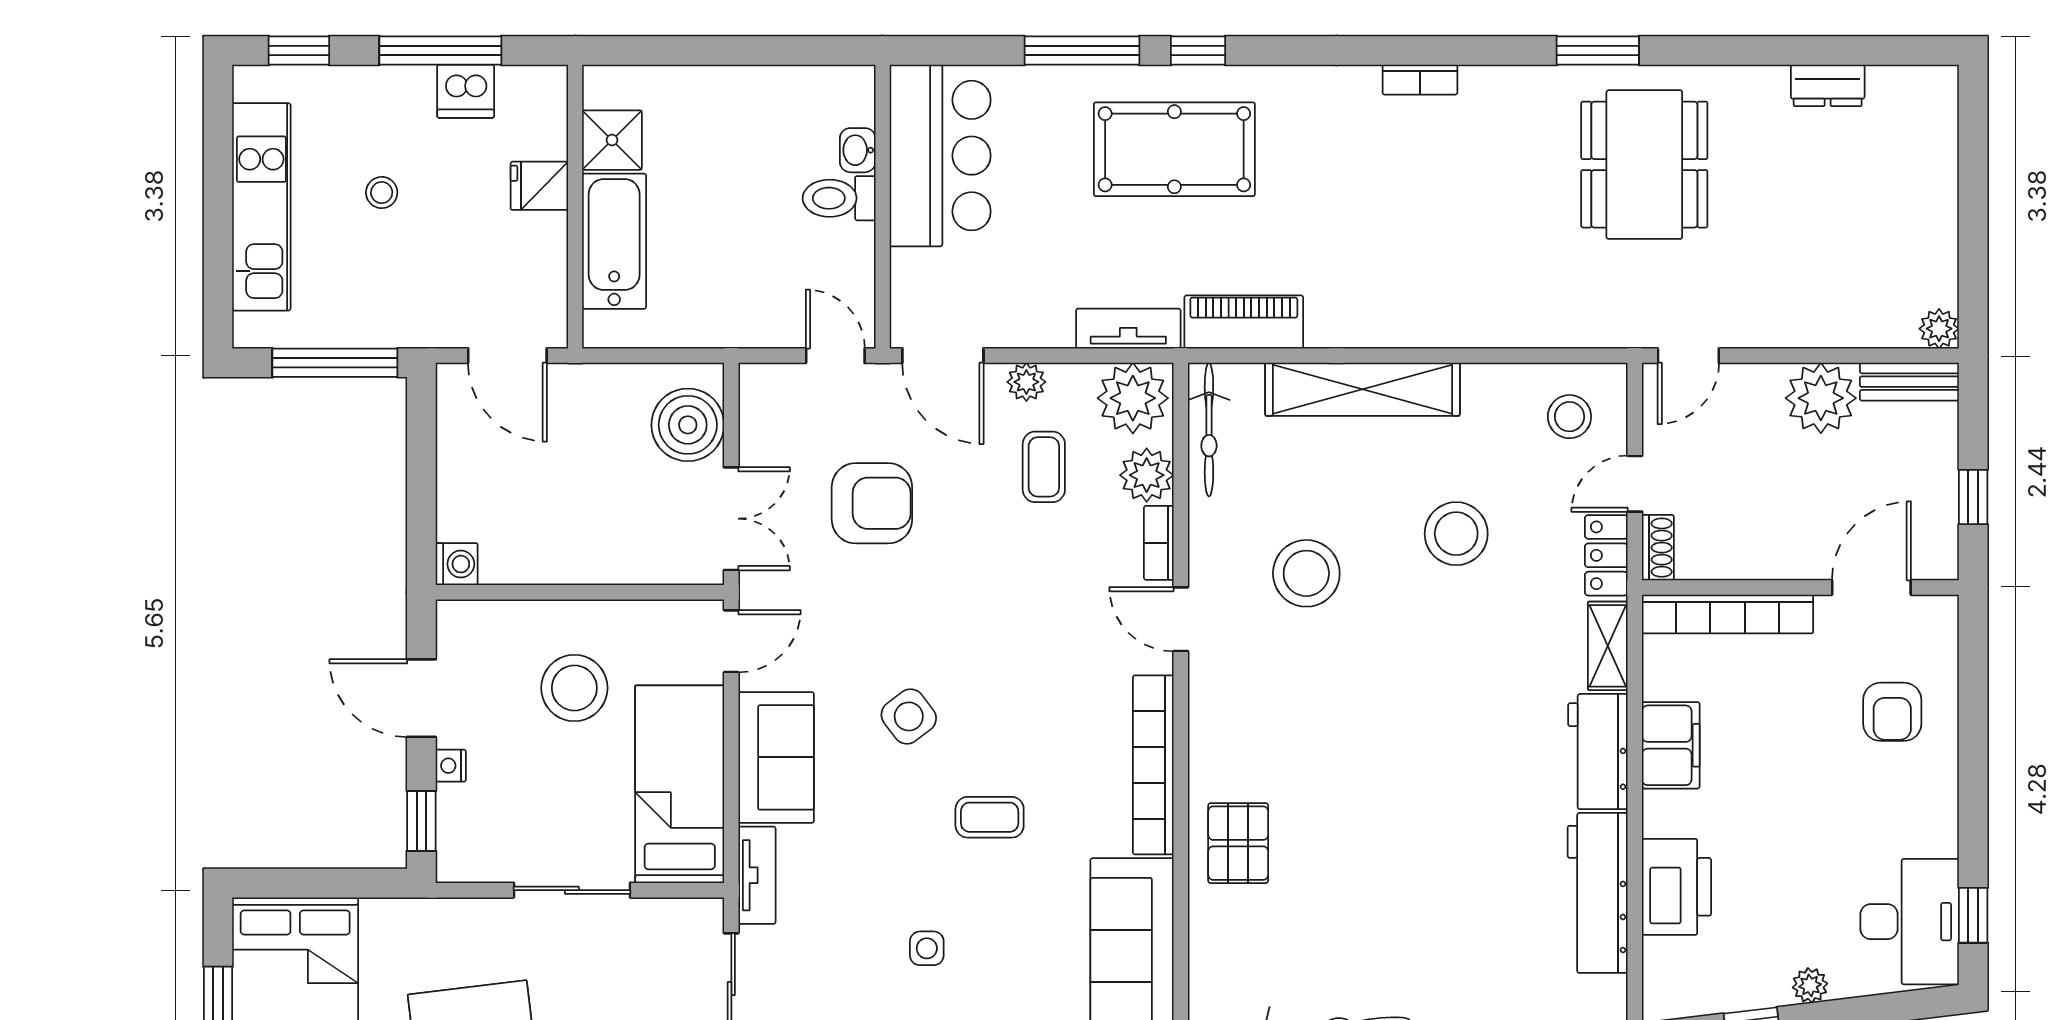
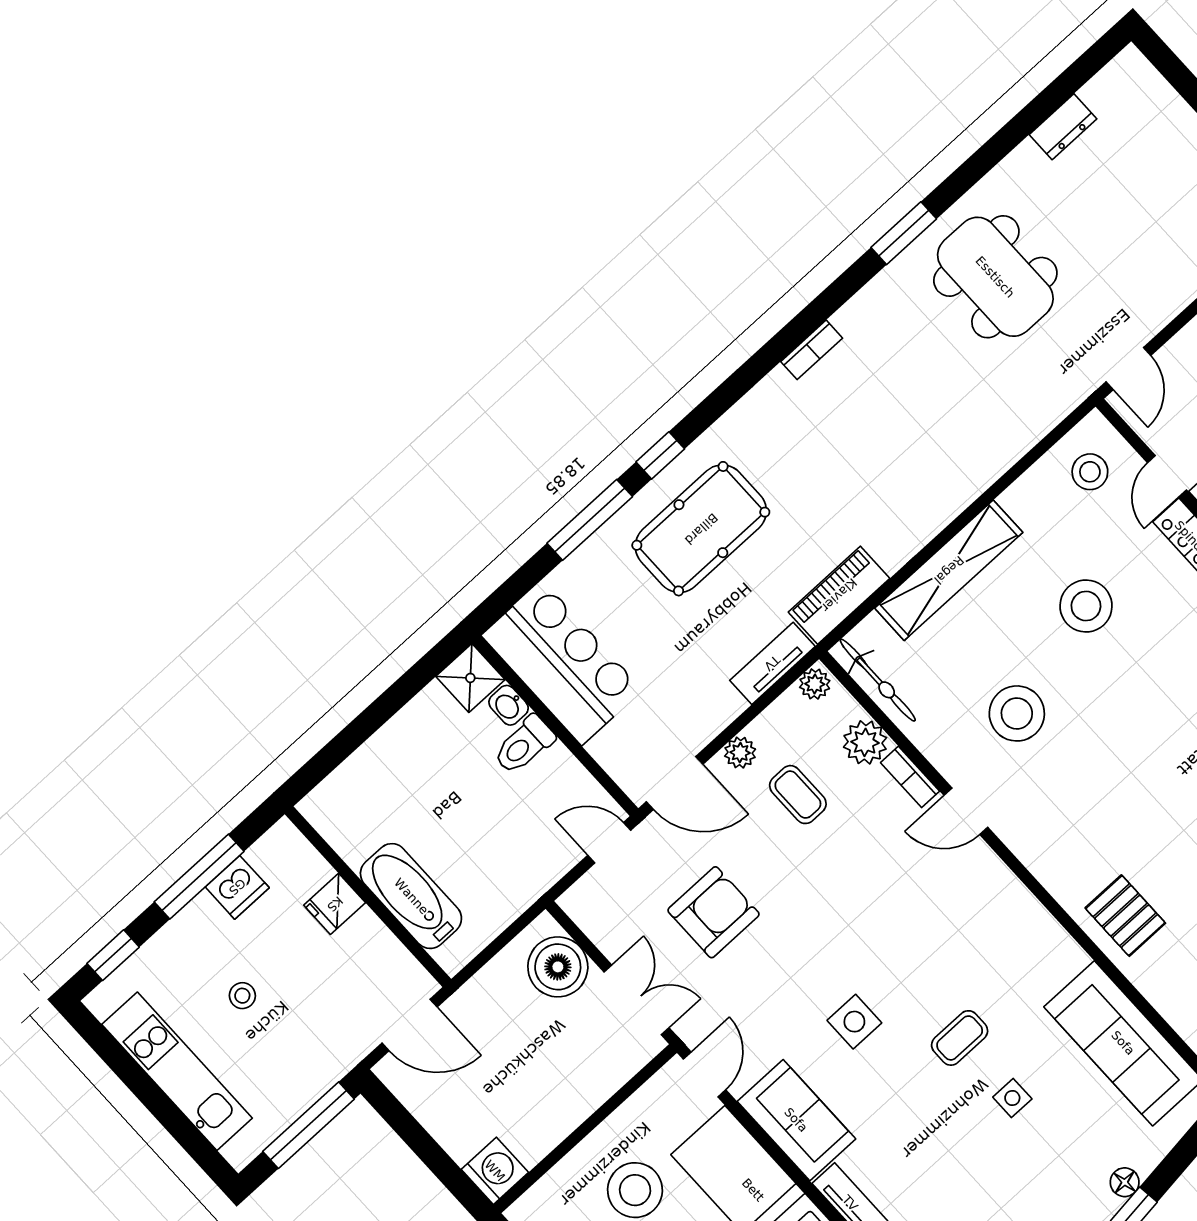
shower: (612, 140) -> (470, 678), moved
plant: (1133, 398) -> (815, 684), width x0.53, depth x0.53
washing machine: (457, 564) -> (495, 1171), width x1.38, depth x1.38
side table: (909, 716) -> (854, 1022), turned 37
bookcase: (1153, 765) -> (1030, 915), removed
side table: (927, 948) -> (1012, 1098), moved

